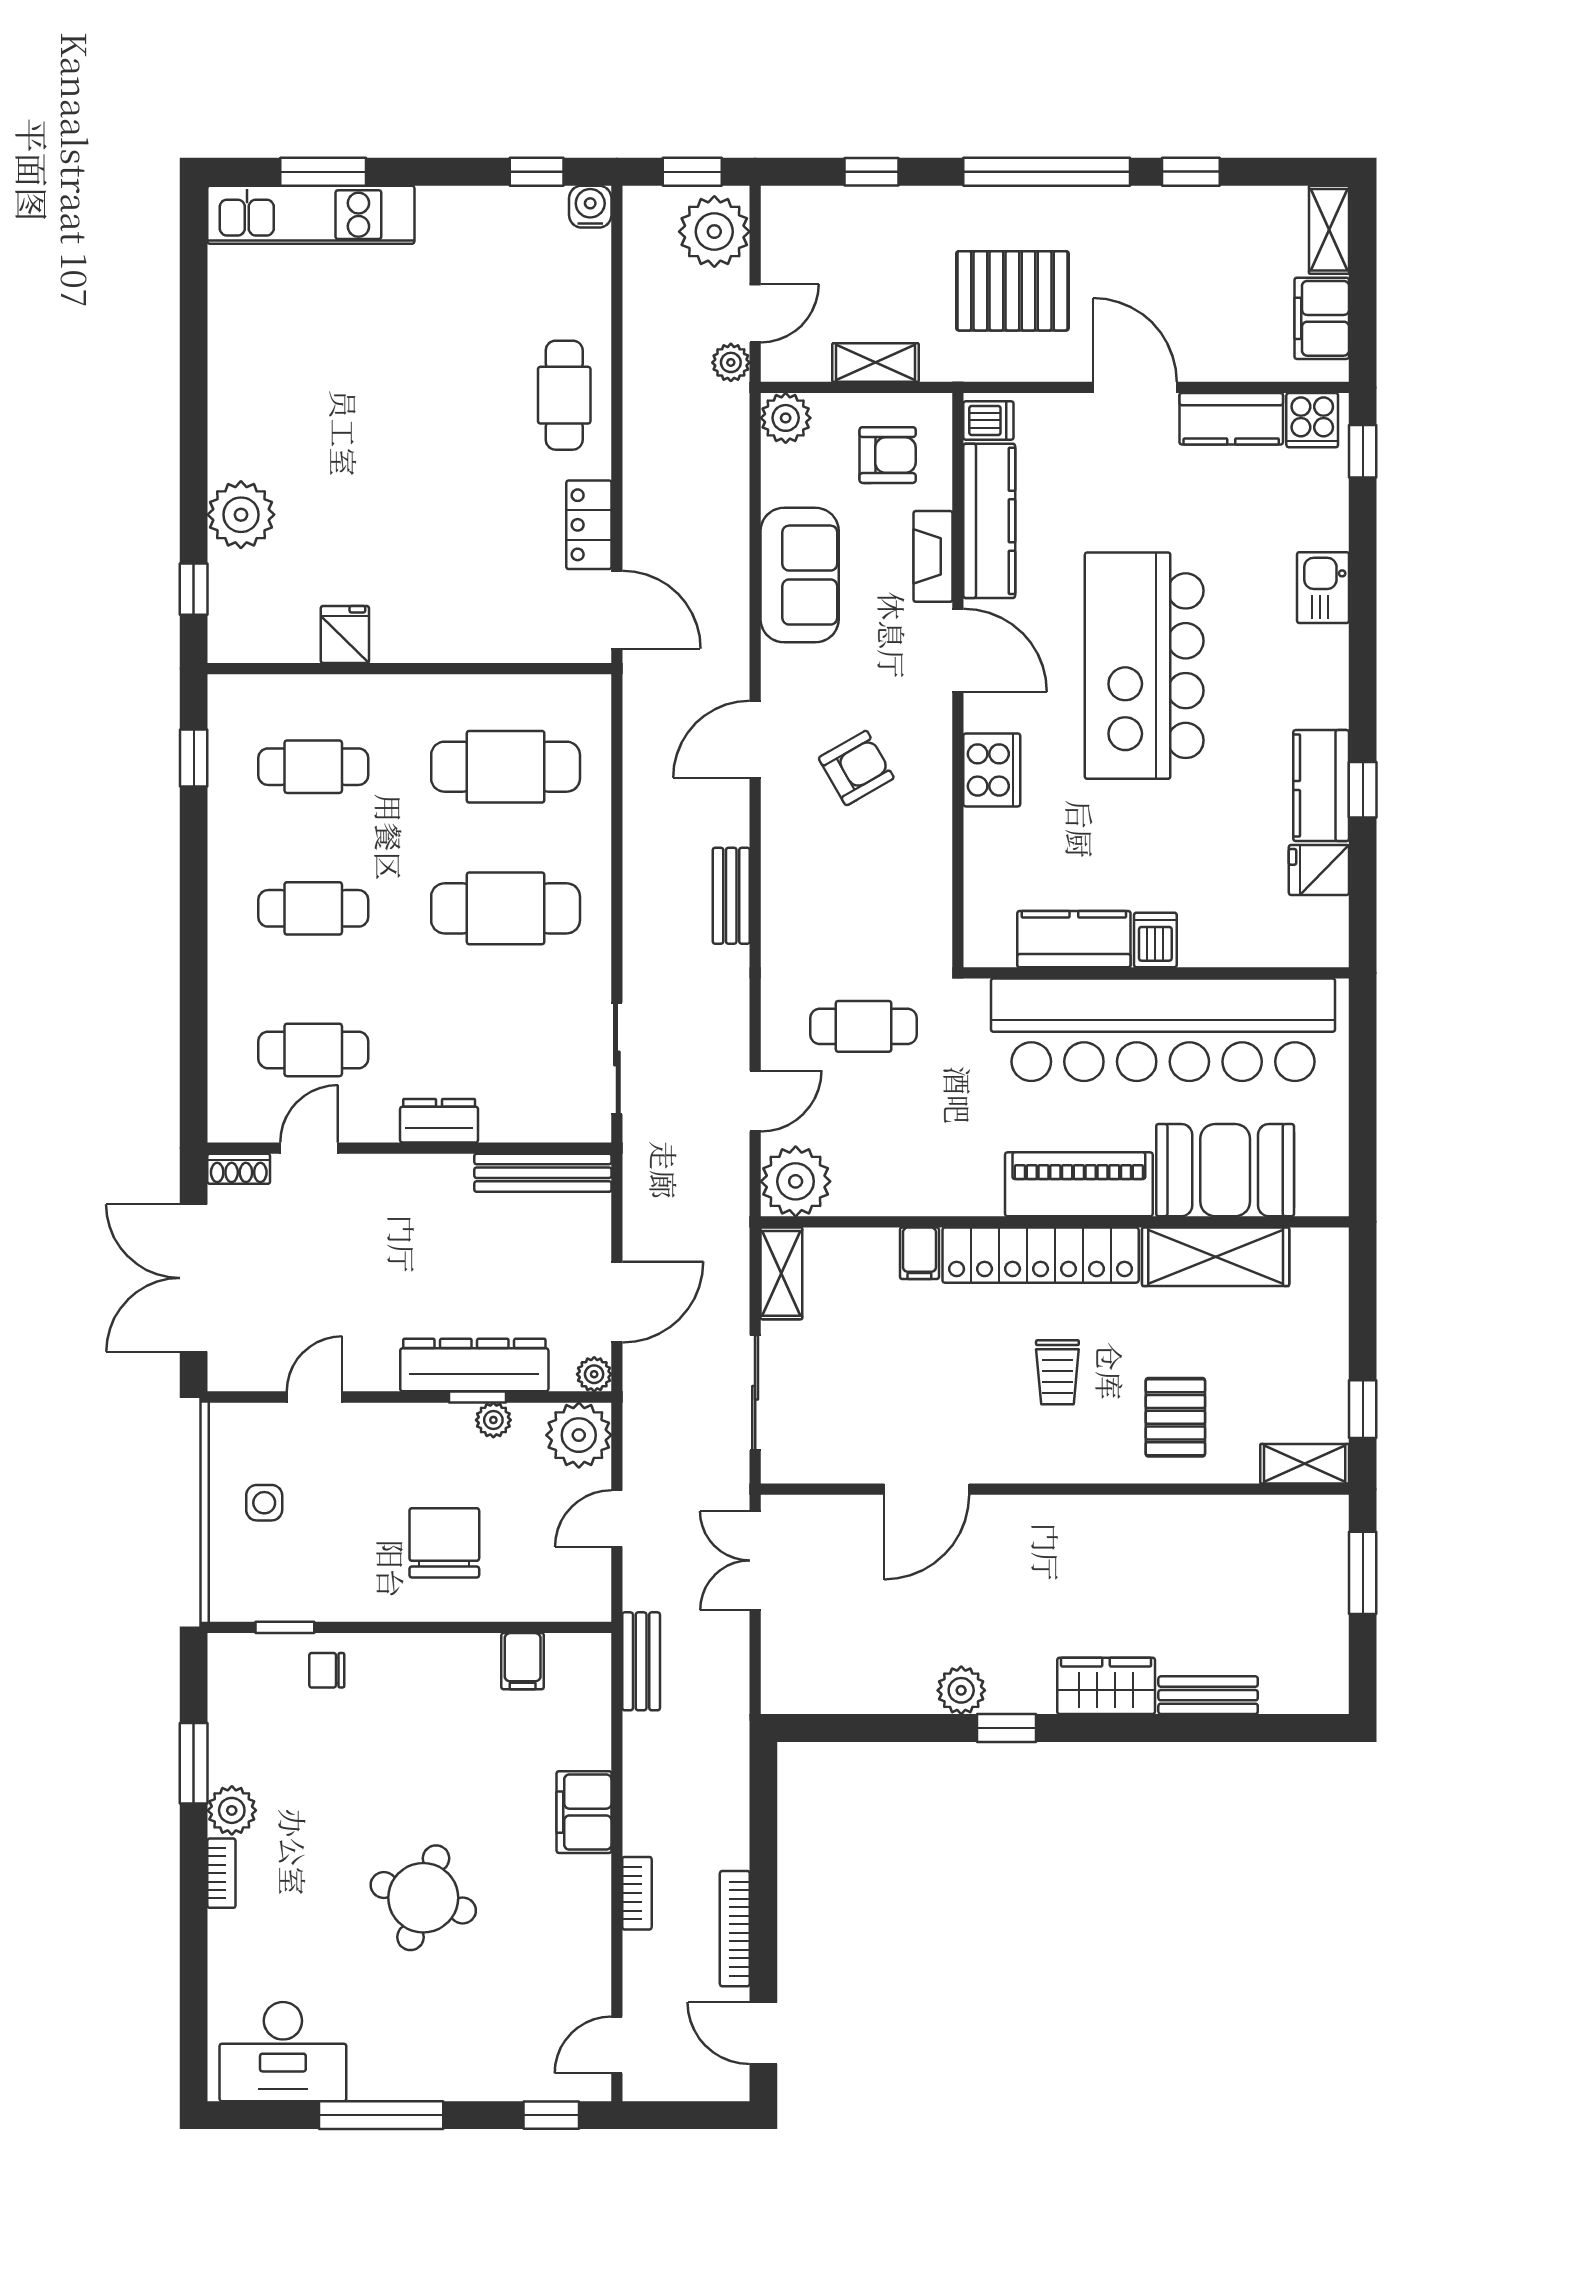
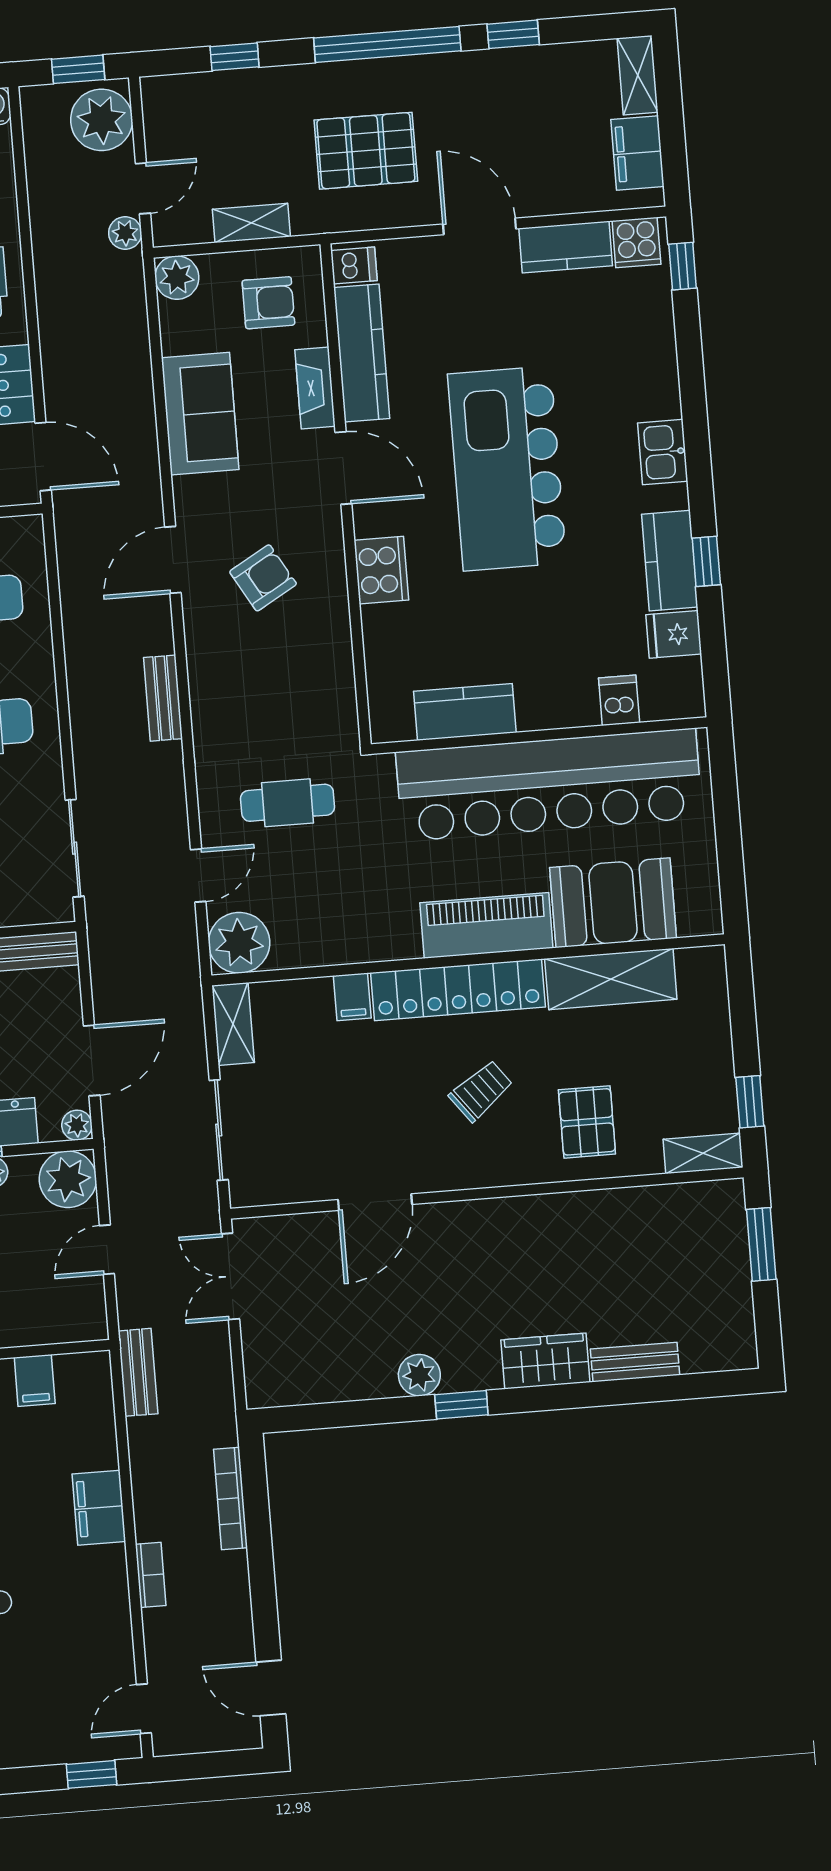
kitchen sink: (1323, 588) -> (663, 452), moved
dishwasher: (1155, 940) -> (619, 700), moved
trolley: (1057, 1372) -> (481, 1091), turned -127
bookcase: (735, 1929) -> (230, 1499), moved

